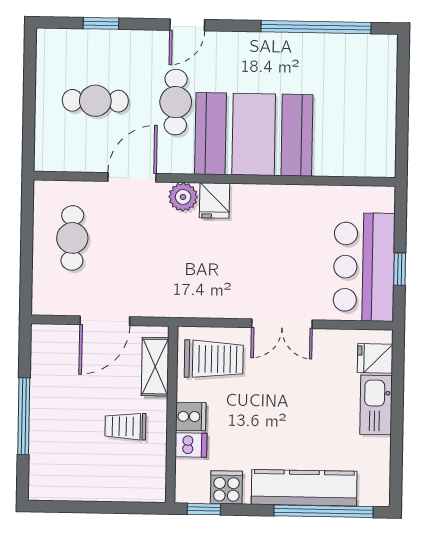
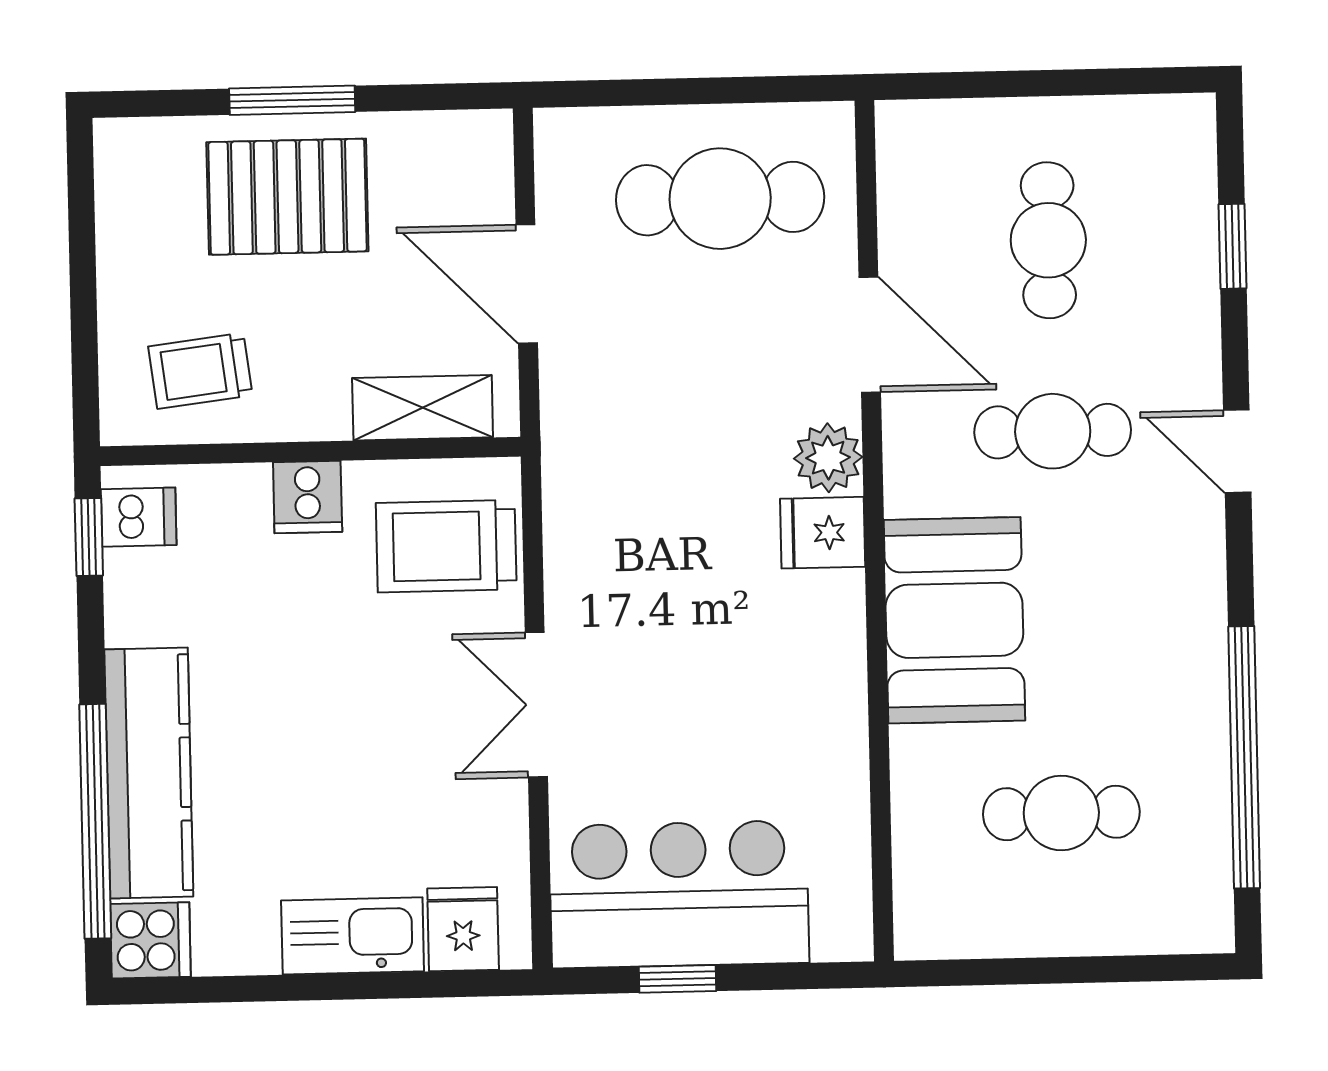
cafe table: (336, 105) -> (1061, 813), added
booth: (254, 134) -> (954, 620), width x0.73, depth x0.70
cafe table: (72, 238) -> (720, 199), width x1.37, depth x1.35
trolley: (214, 359) -> (446, 546), turned 90
window: (24, 416) -> (292, 100), width x0.69
pallet: (64, 420) -> (287, 197), added
trolley: (125, 426) -> (200, 371), moved, turned -97
dishwasher: (191, 445) -> (139, 517), moved, turned -90
cooker: (226, 487) -> (150, 940), moved

